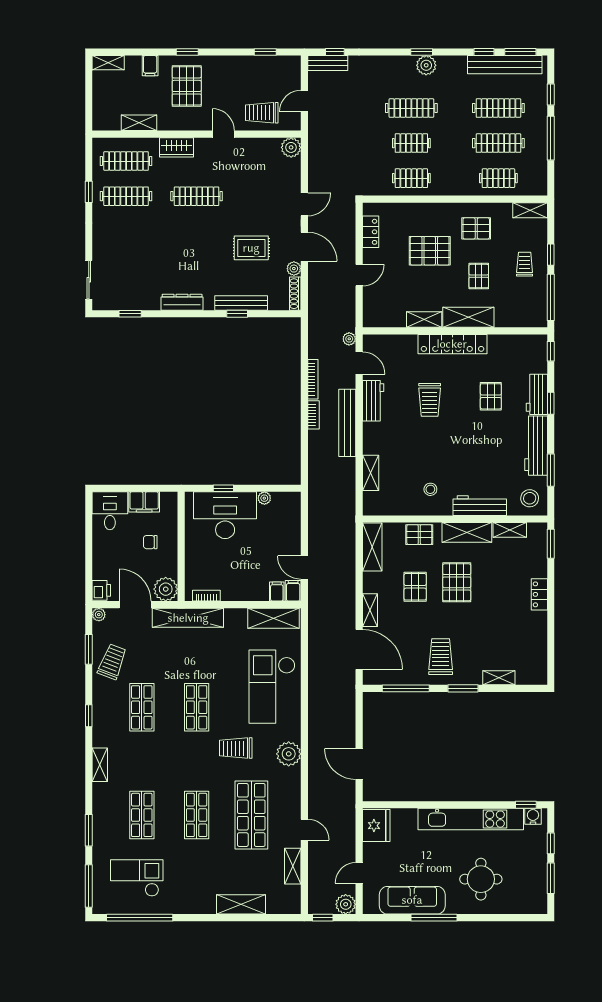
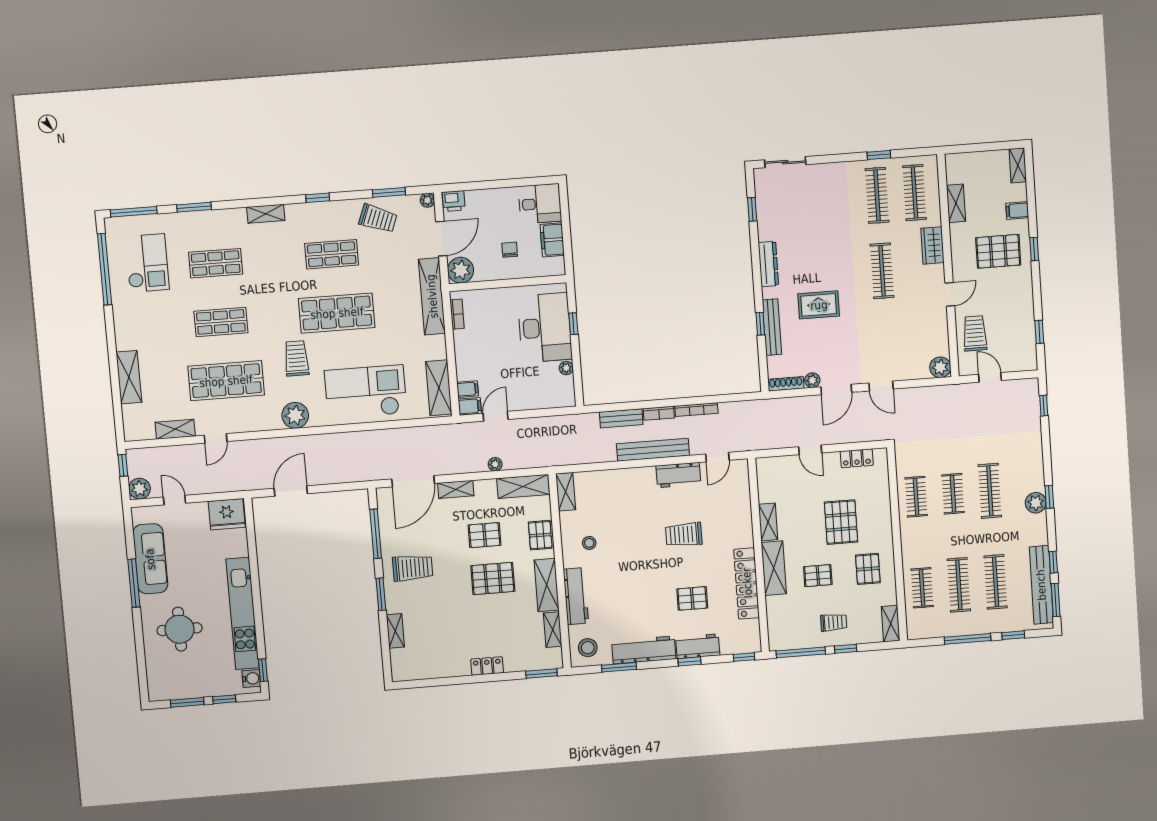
bench: (328, 63) -> (621, 418), moved, turned 90
rug: (251, 248) -> (819, 305), moved, turned 90
plant: (349, 339) -> (495, 464), moved
locker: (452, 344) -> (747, 583), moved
shelving: (371, 473) -> (566, 492), moved, turned 90
shop shelf: (197, 707) -> (337, 313), width x1.43, depth x1.36

